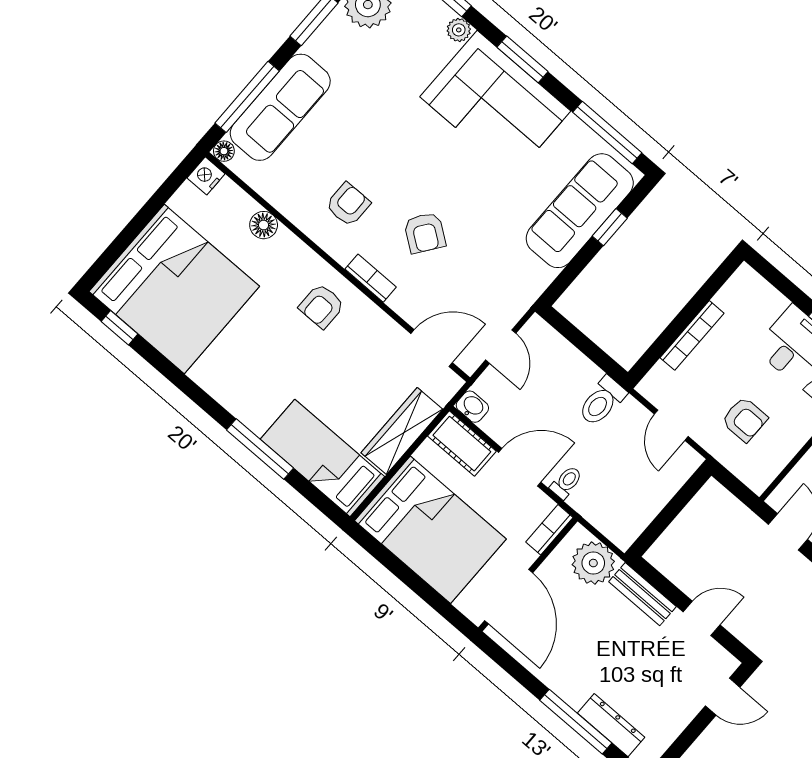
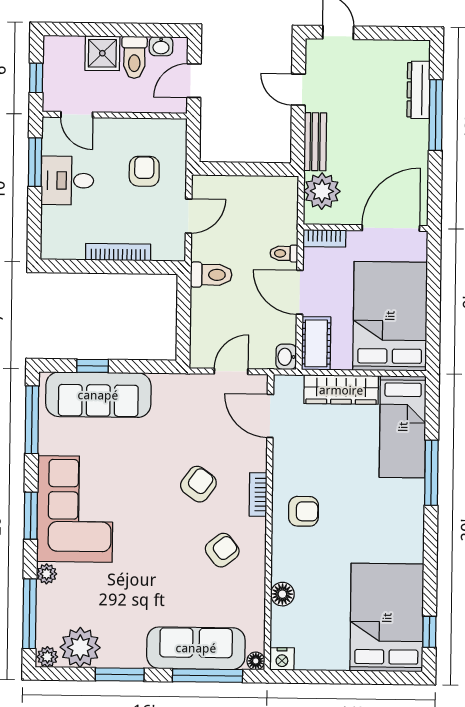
armchair: (348, 204) -> (222, 550), turned 142
bed: (174, 289) -> (387, 618), width x0.73

